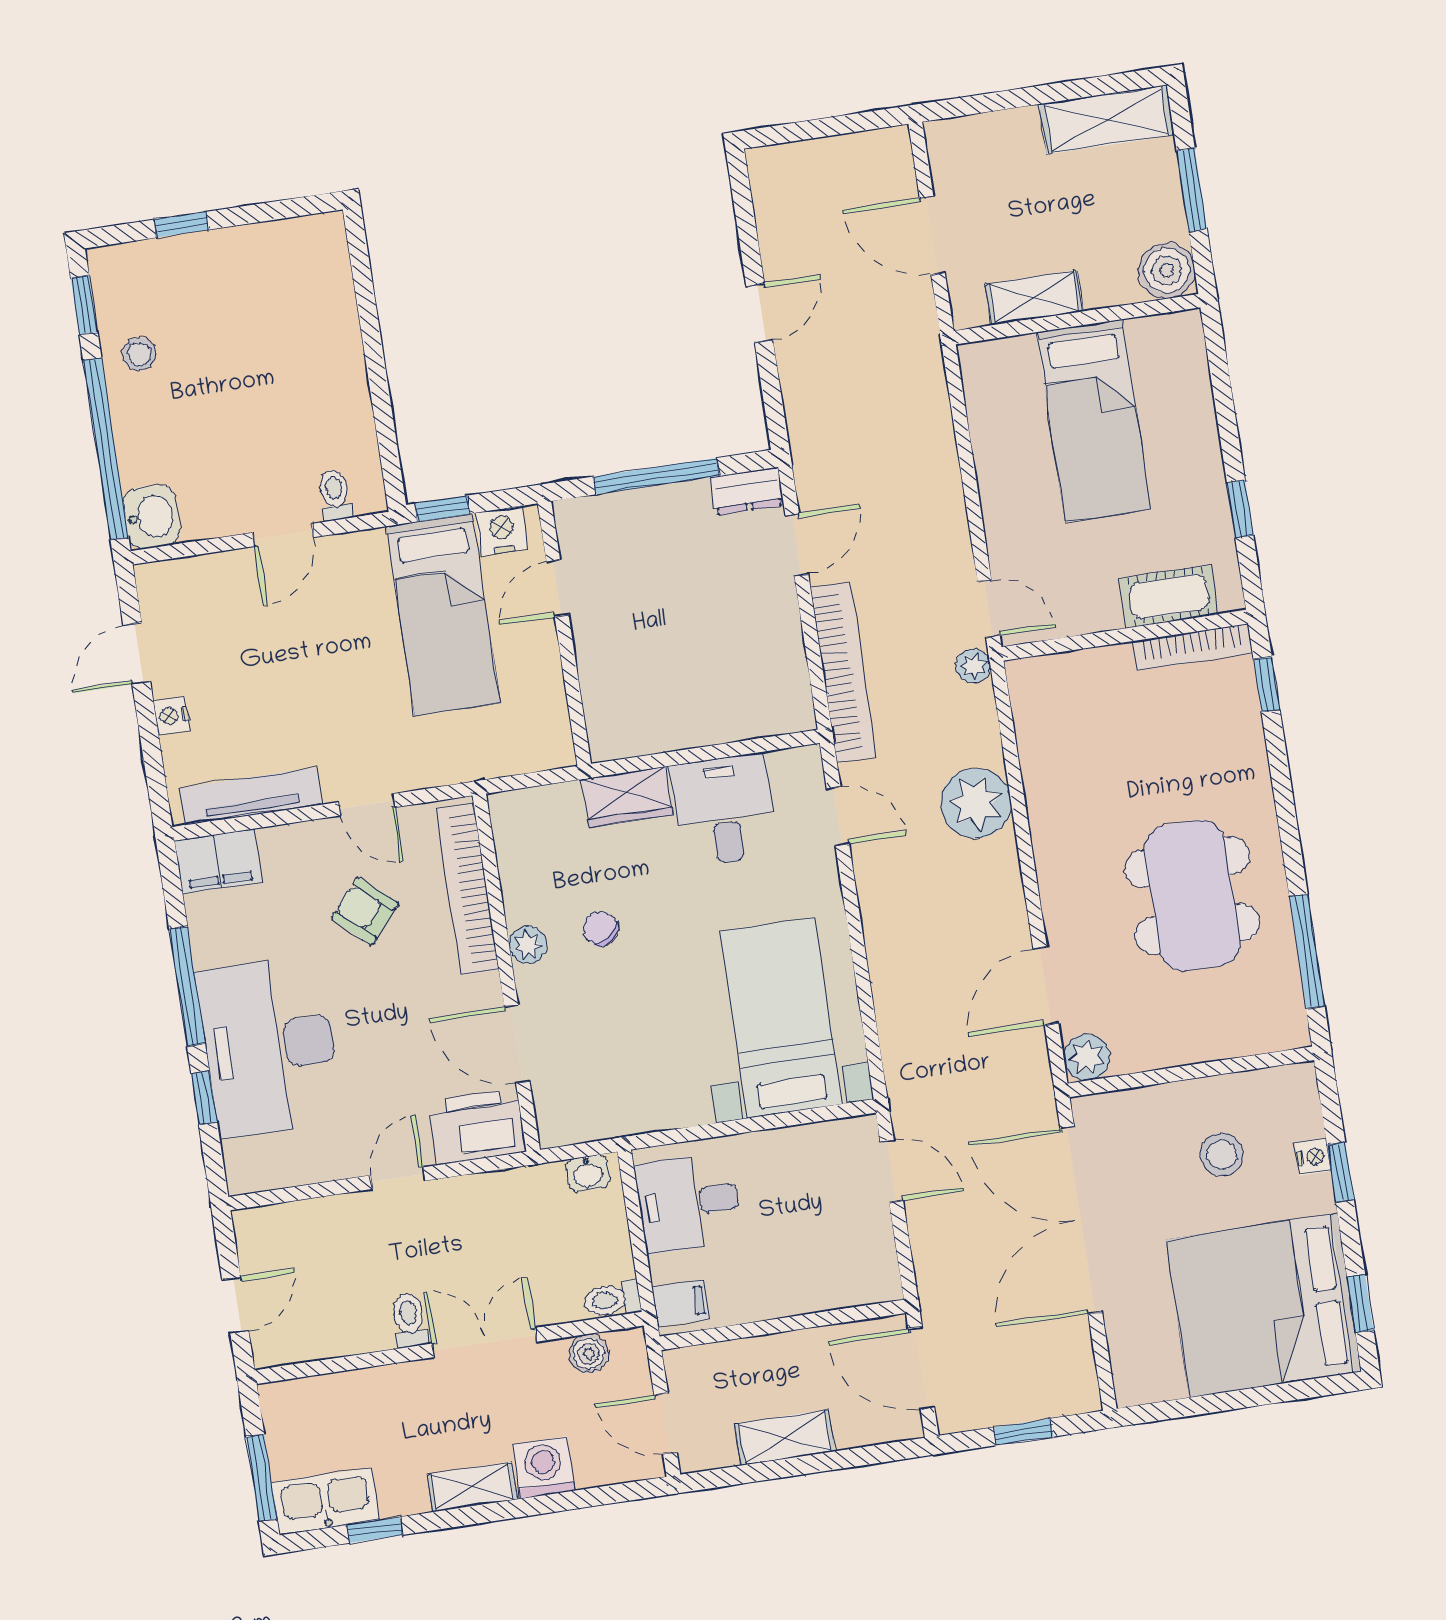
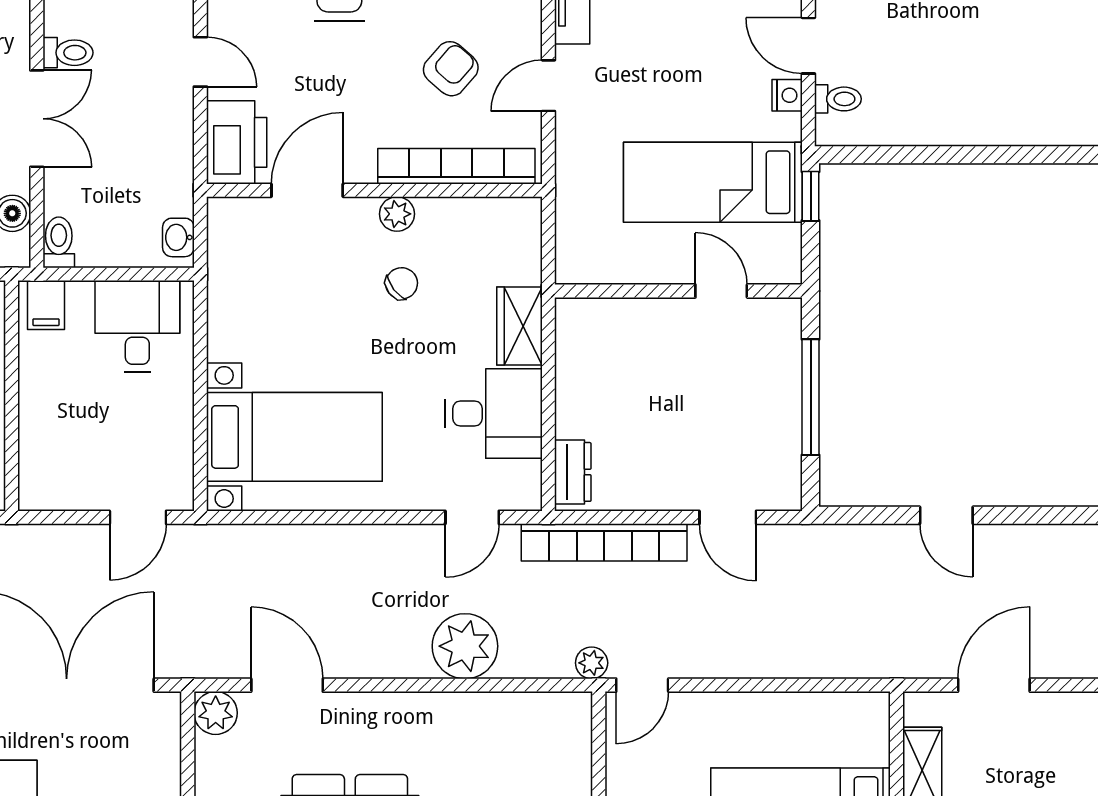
dresser: (747, 491) -> (573, 472), moved, turned 180
nightstand: (502, 531) -> (787, 95), moved, width x0.72, depth x0.74

